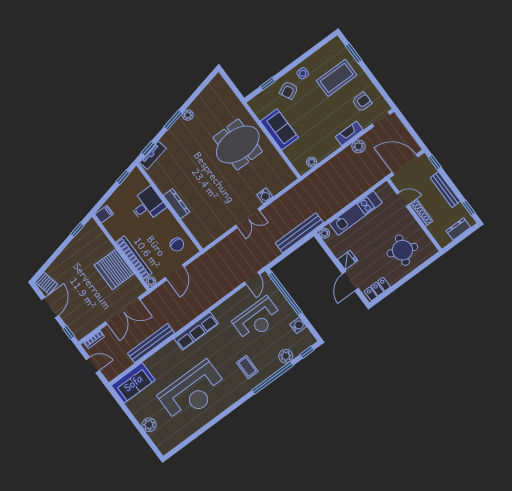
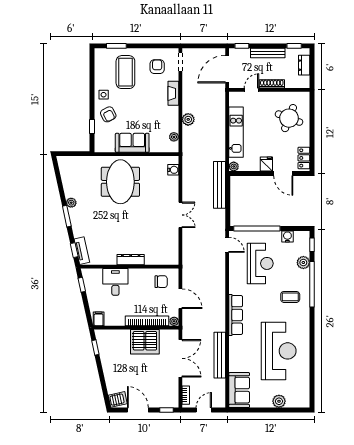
plant: (359, 146) -> (188, 119), moved
water cooler: (265, 196) -> (173, 170), moved

